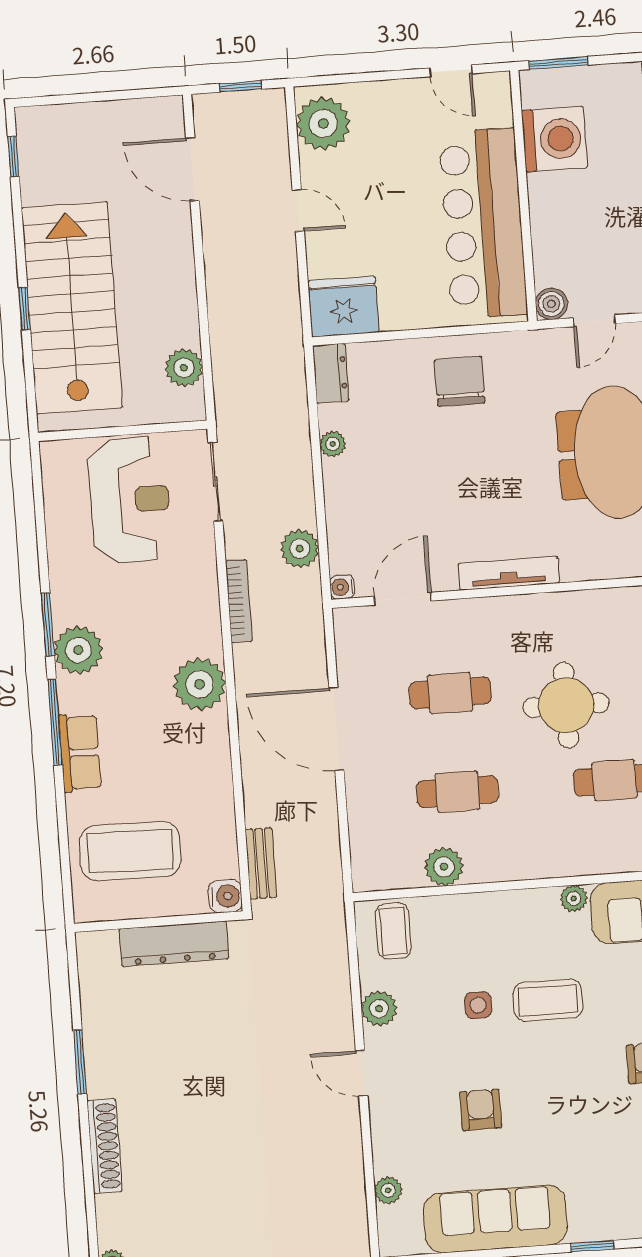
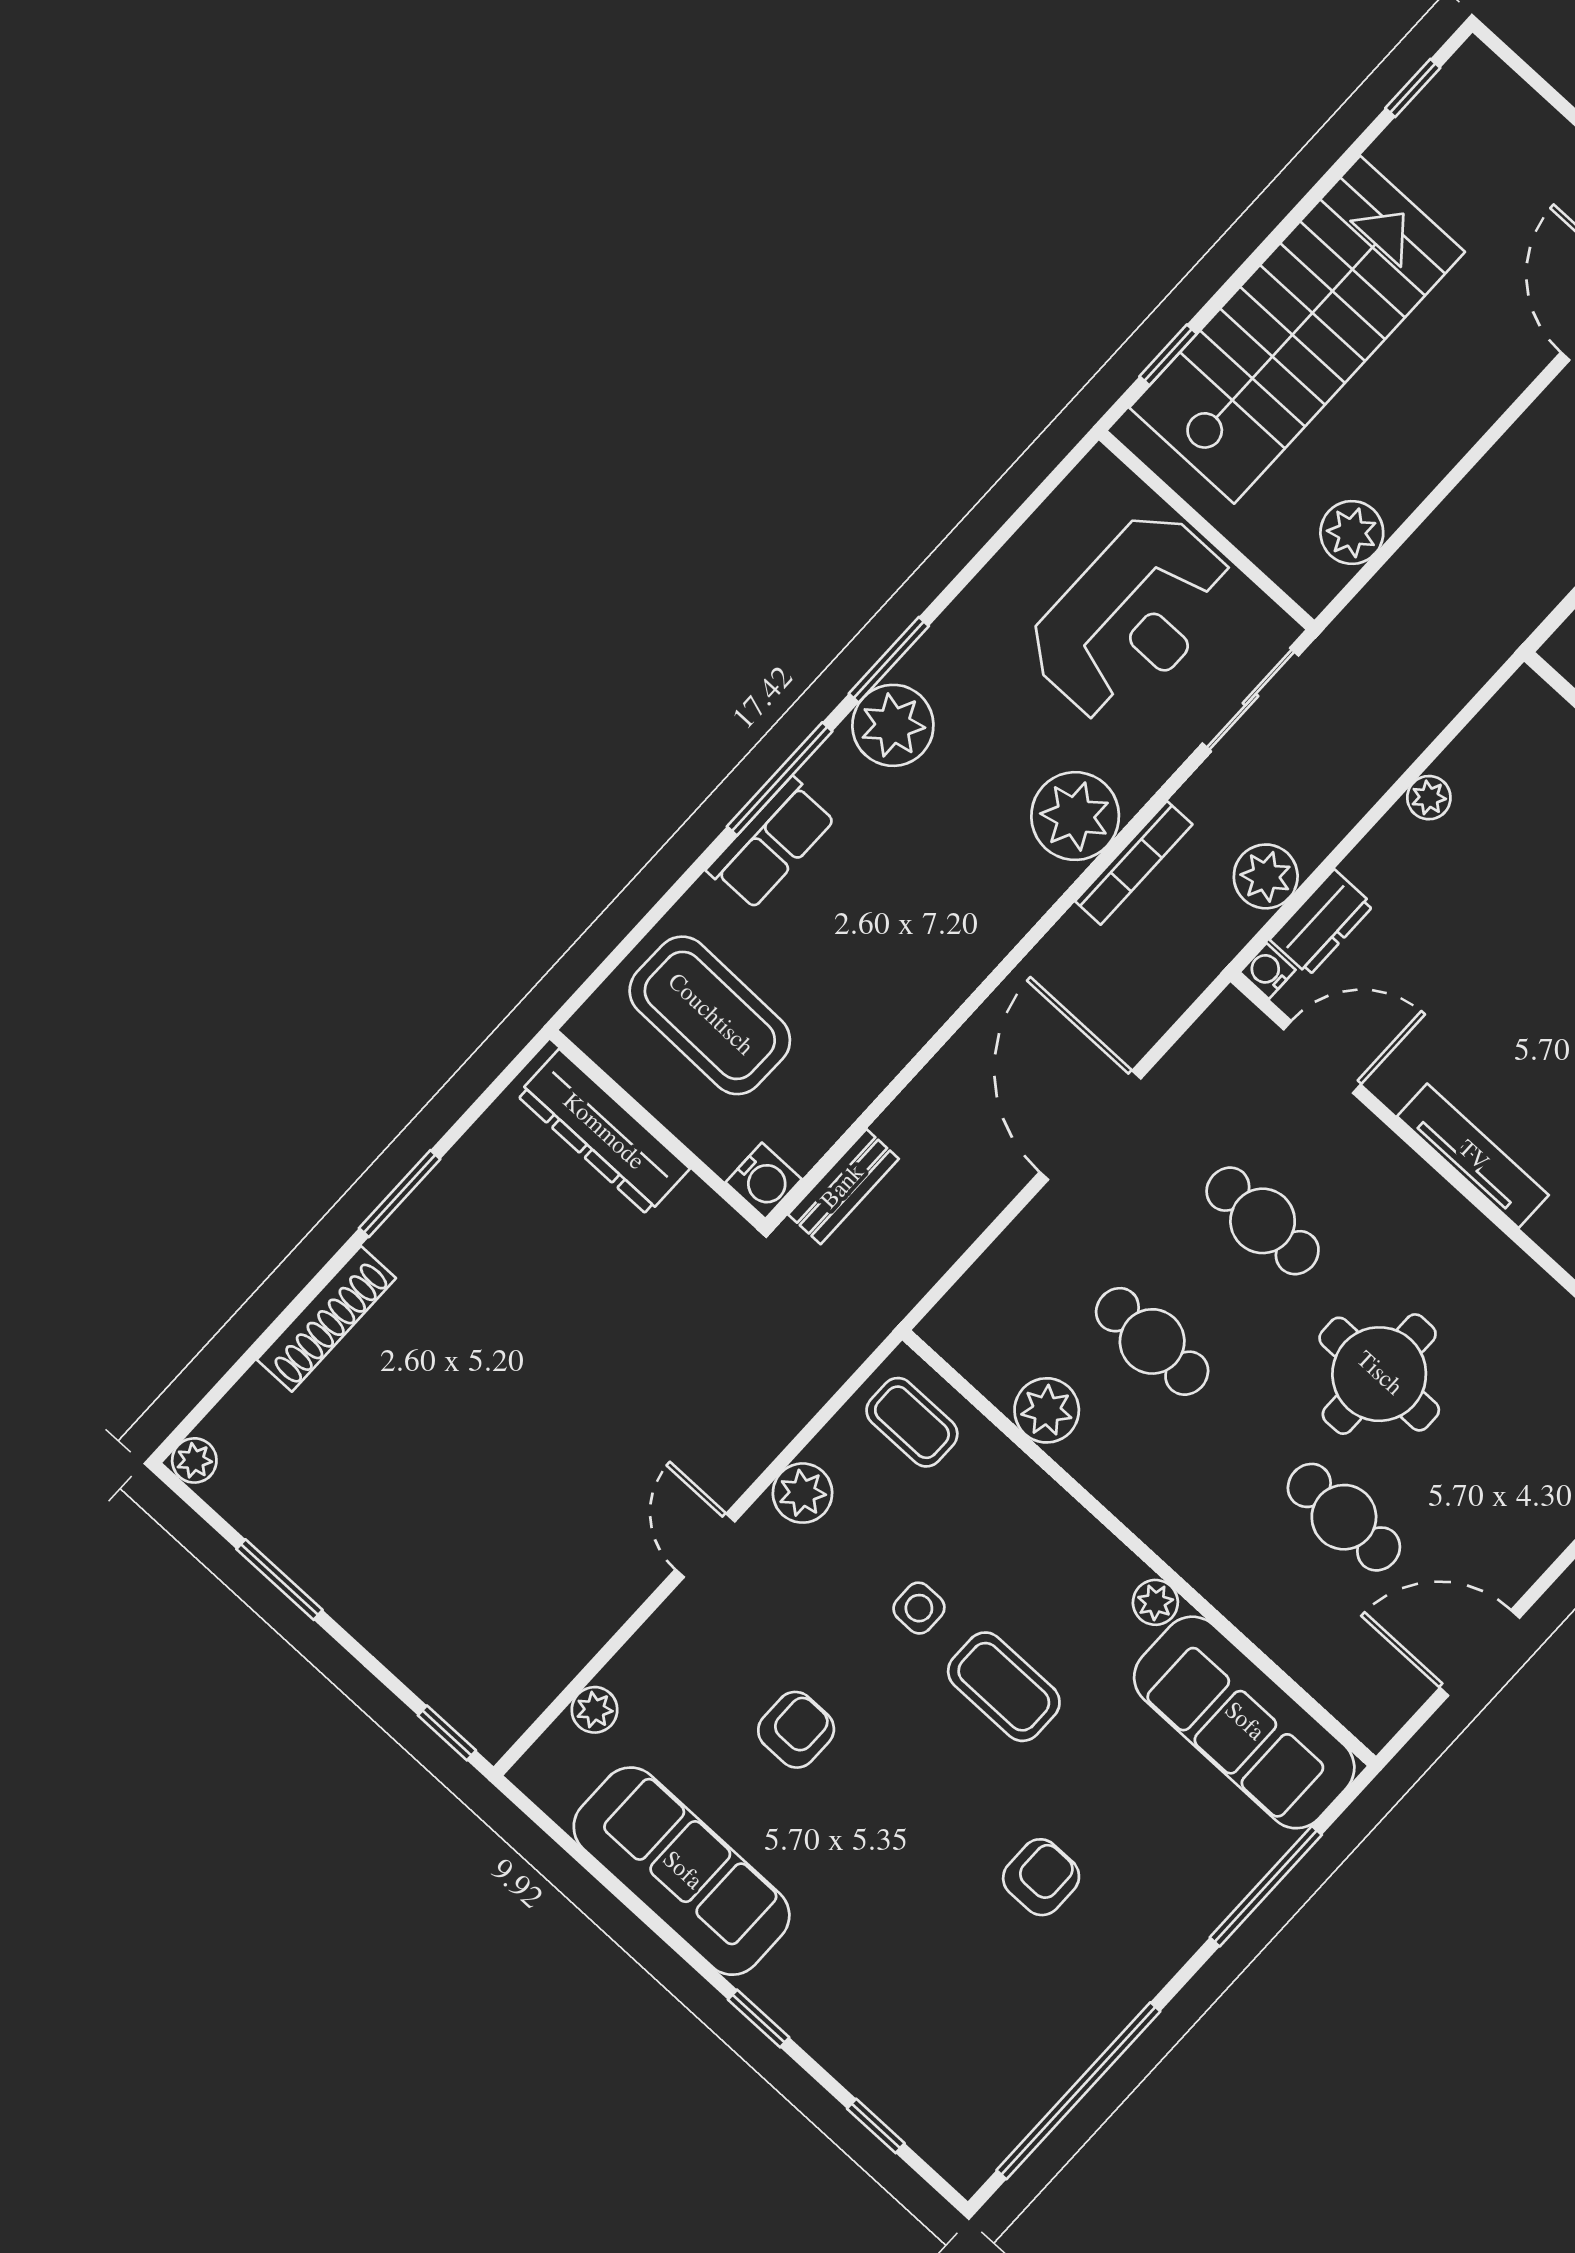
window: (25, 308) -> (1168, 355), moved
dresser: (331, 373) -> (1322, 923), moved
plant: (200, 684) -> (1075, 816), moved
coffee table: (393, 931) -> (912, 1422), turned 90
dresser: (174, 944) -> (603, 1132), moved

